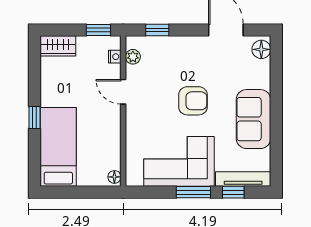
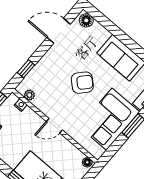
door: (123, 92) -> (54, 126), moved
armchair: (193, 101) -> (82, 83), turned 42

